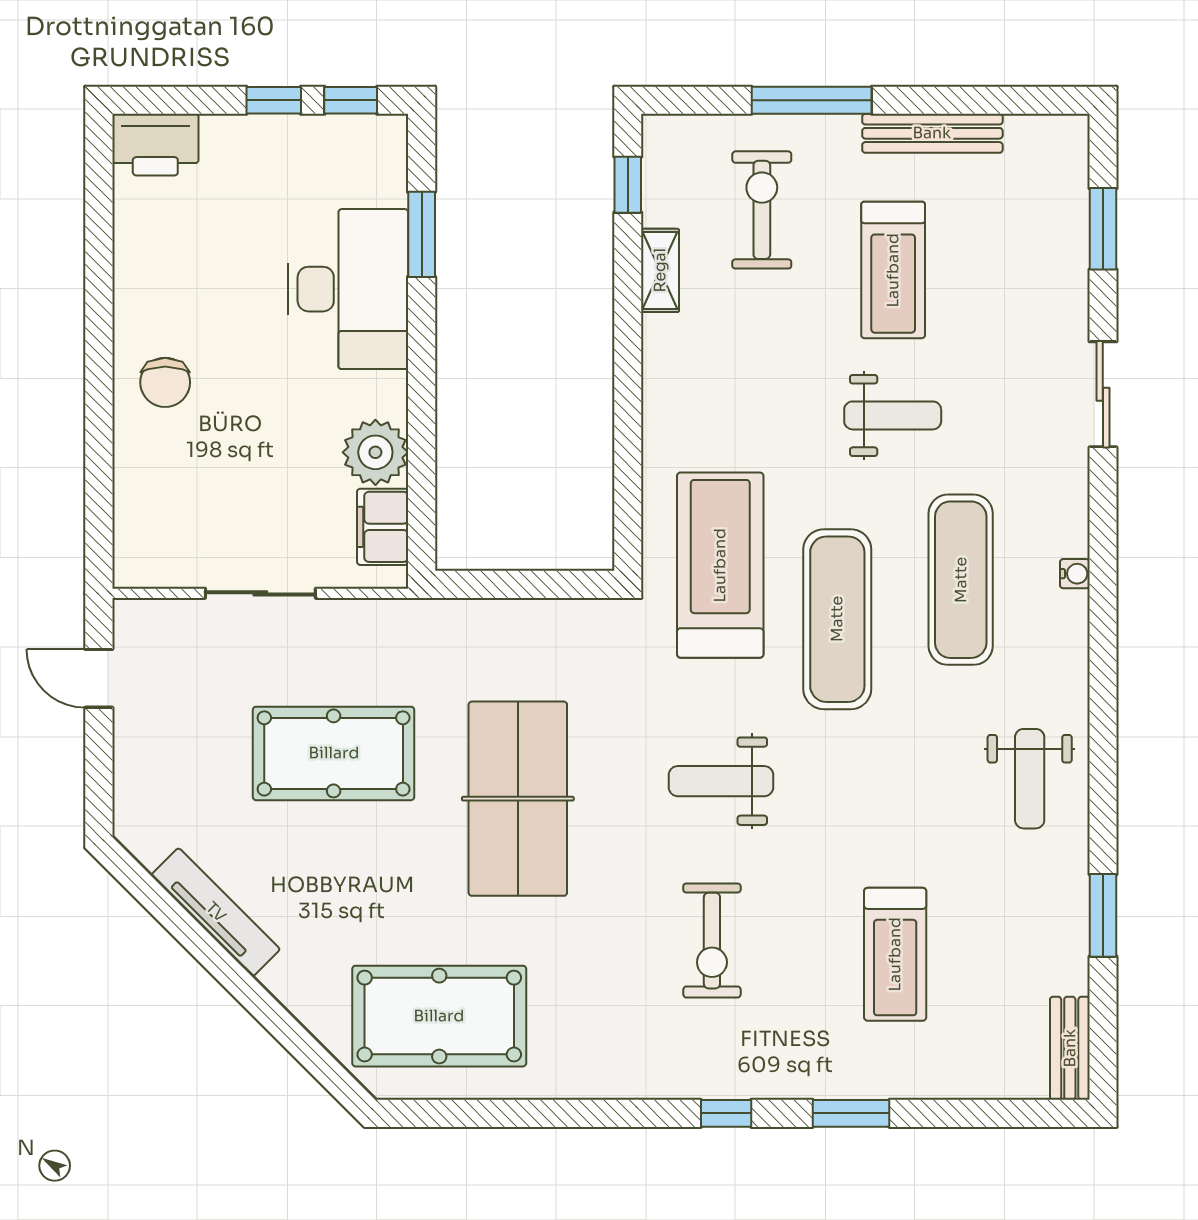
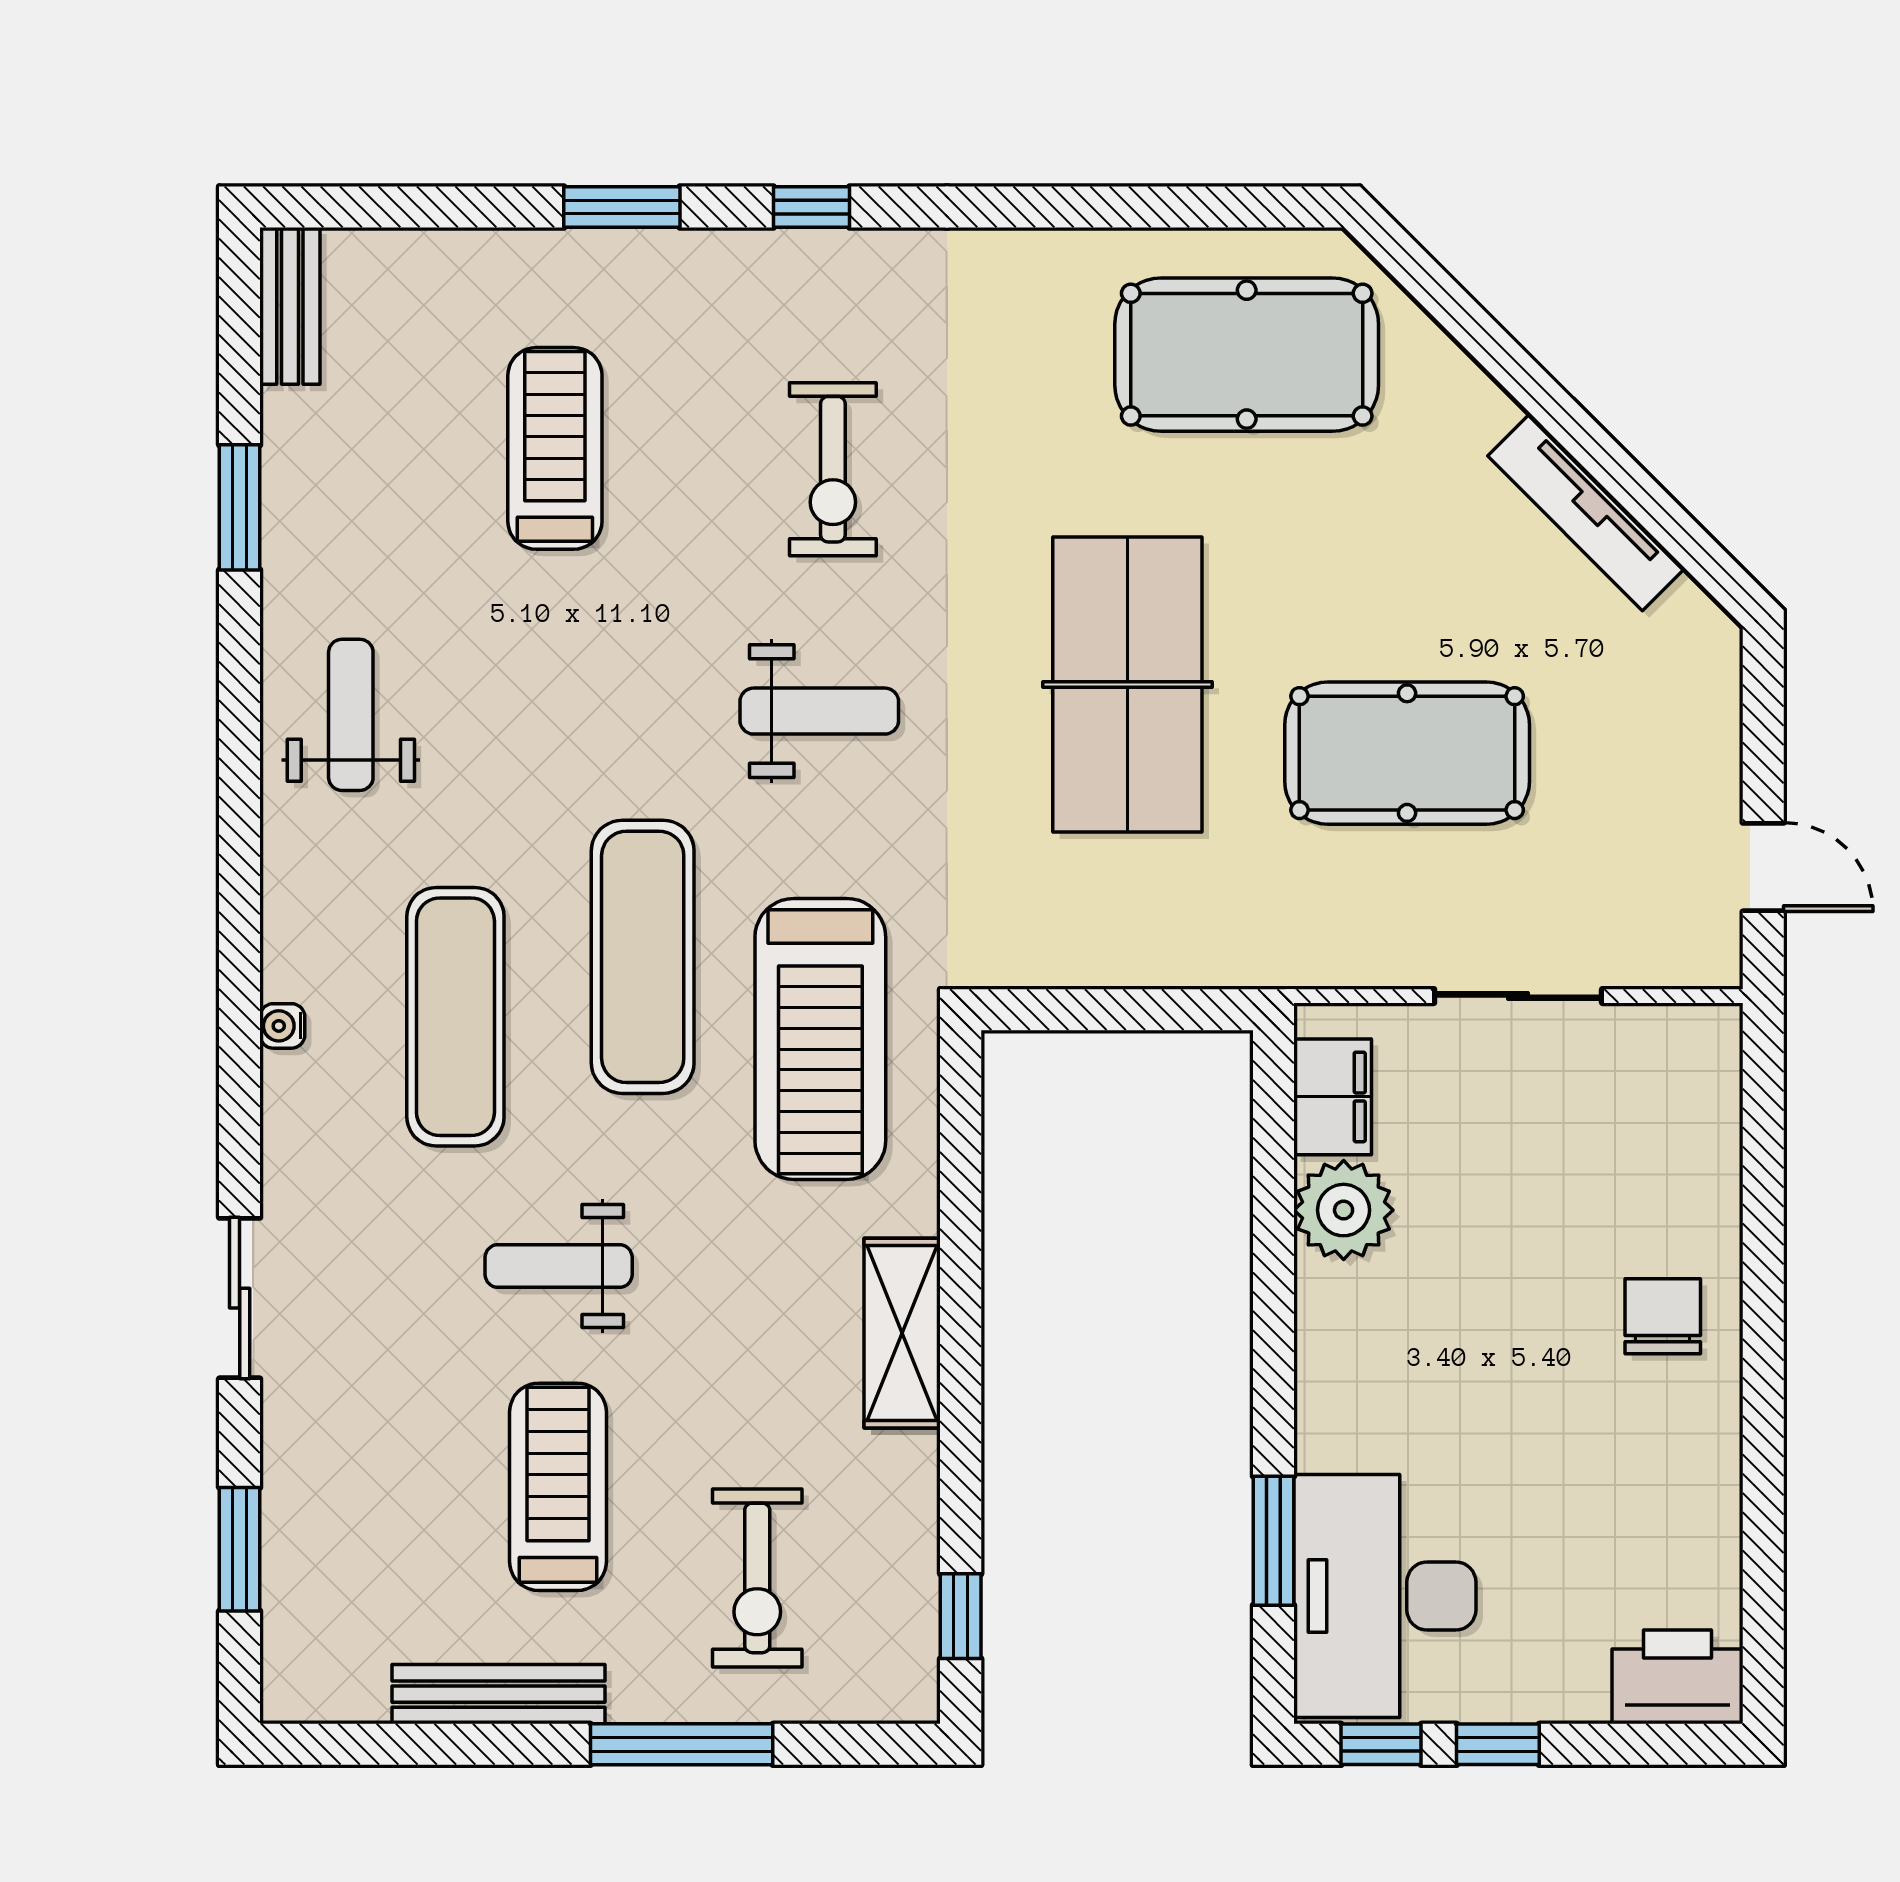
shelving: (660, 270) -> (902, 1333), moved, width x1.50, depth x1.33
desk: (348, 289) -> (1385, 1596), moved
exercise bike: (712, 941) -> (833, 469), turned 180

